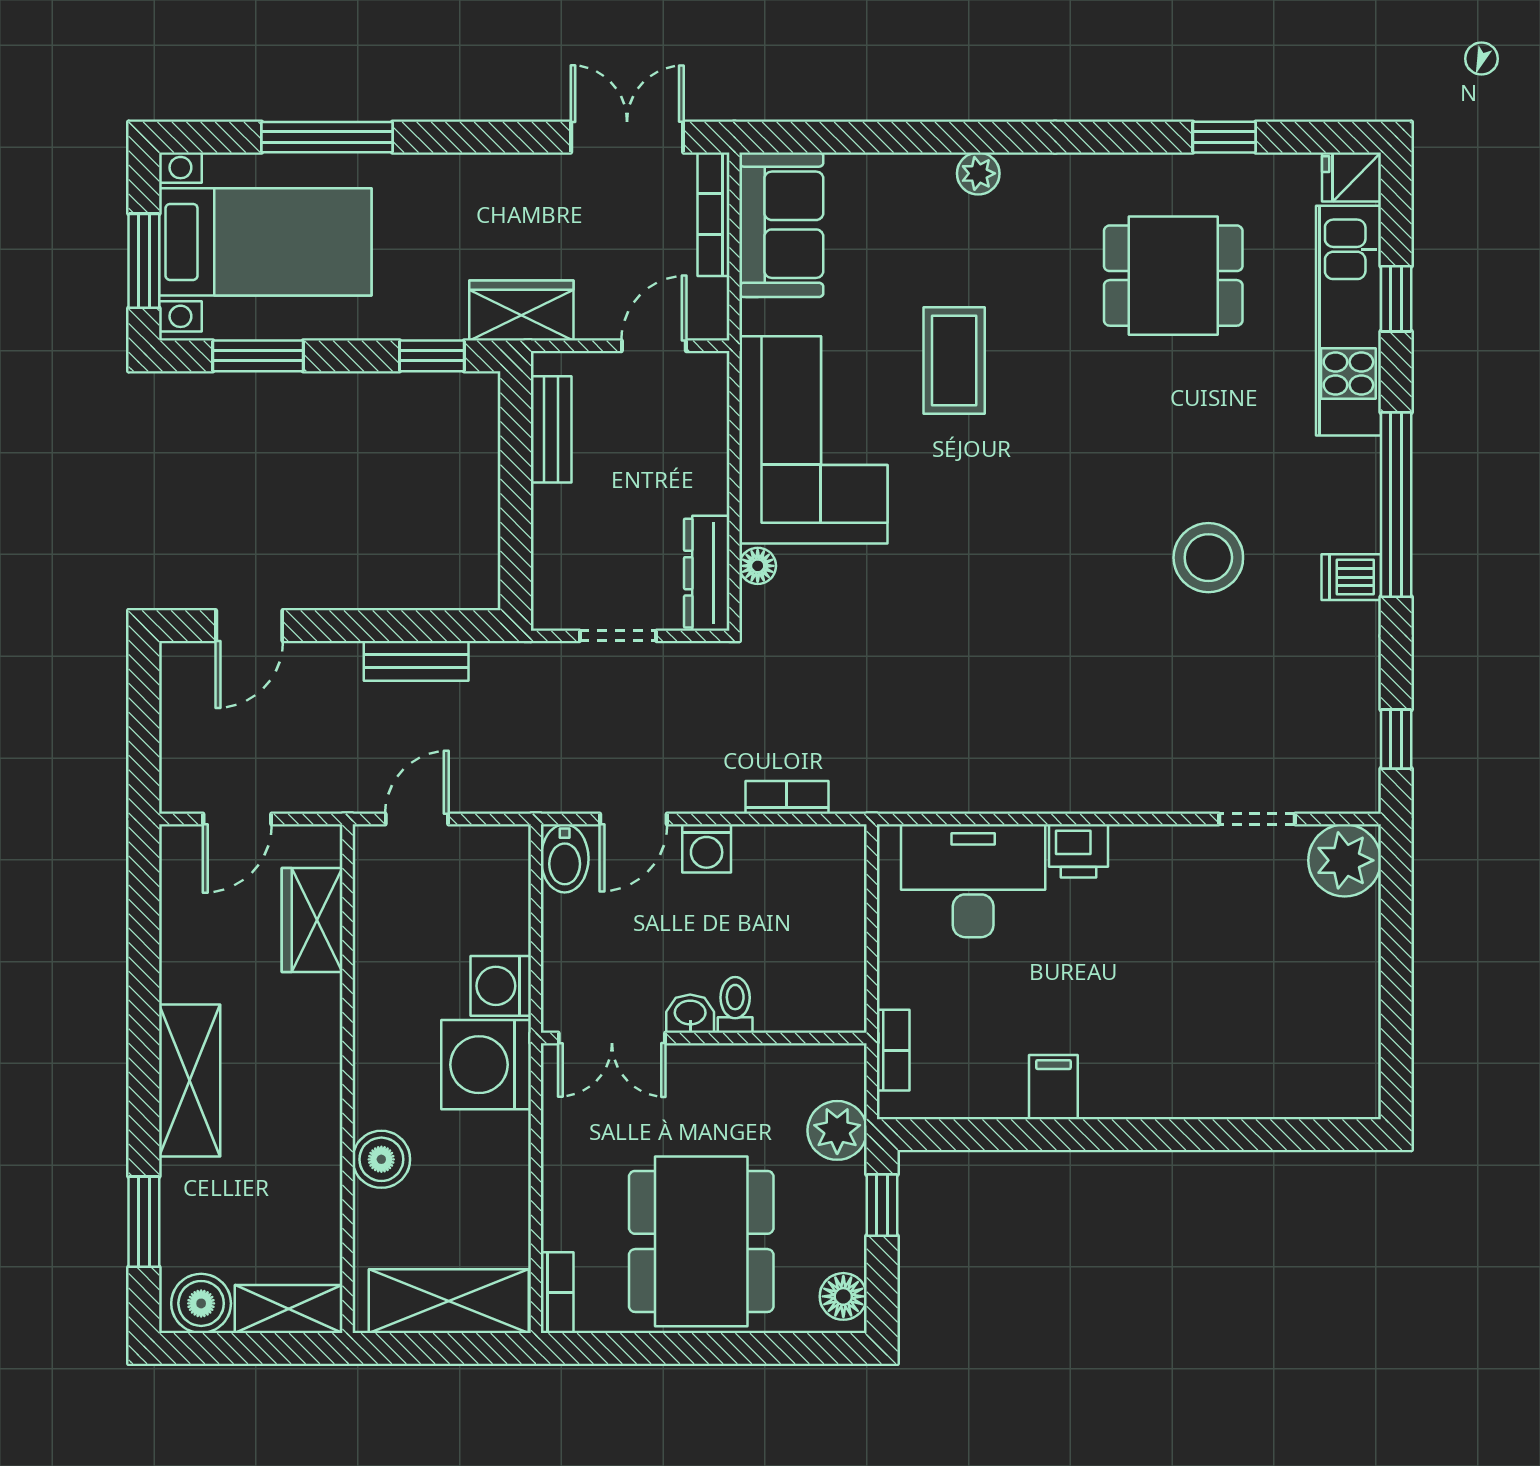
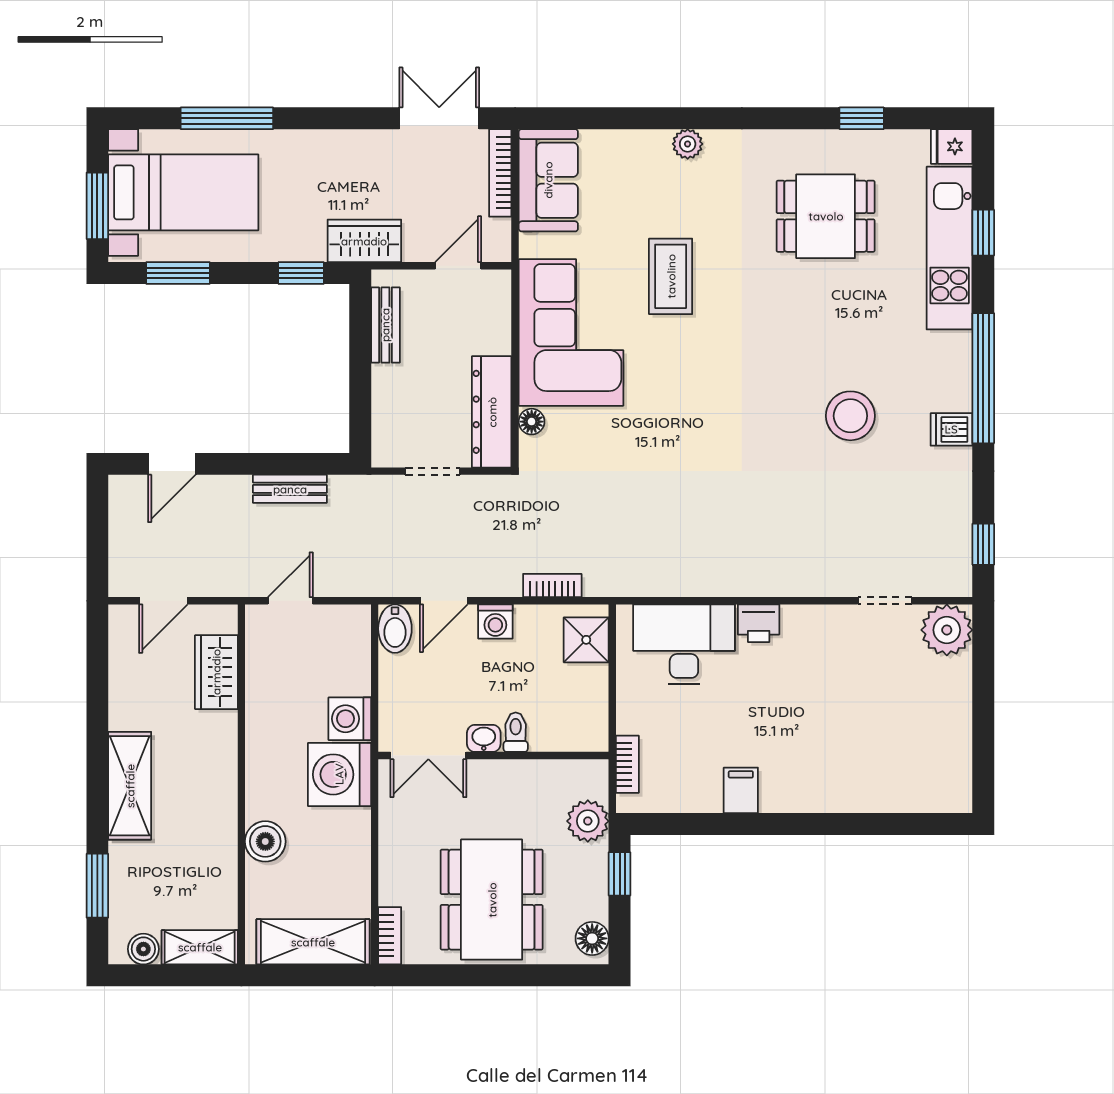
dresser: (707, 573) -> (492, 412), width x1.37, depth x1.24
shower: (835, 874) -> (586, 640), added
boiler: (201, 1303) -> (143, 949), width x0.73, depth x0.73

